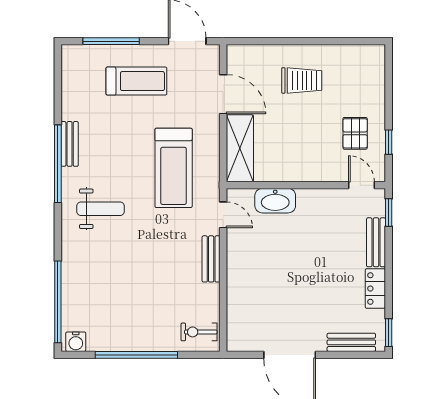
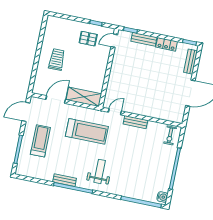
washbasin: (275, 201) -> (113, 85), removed

